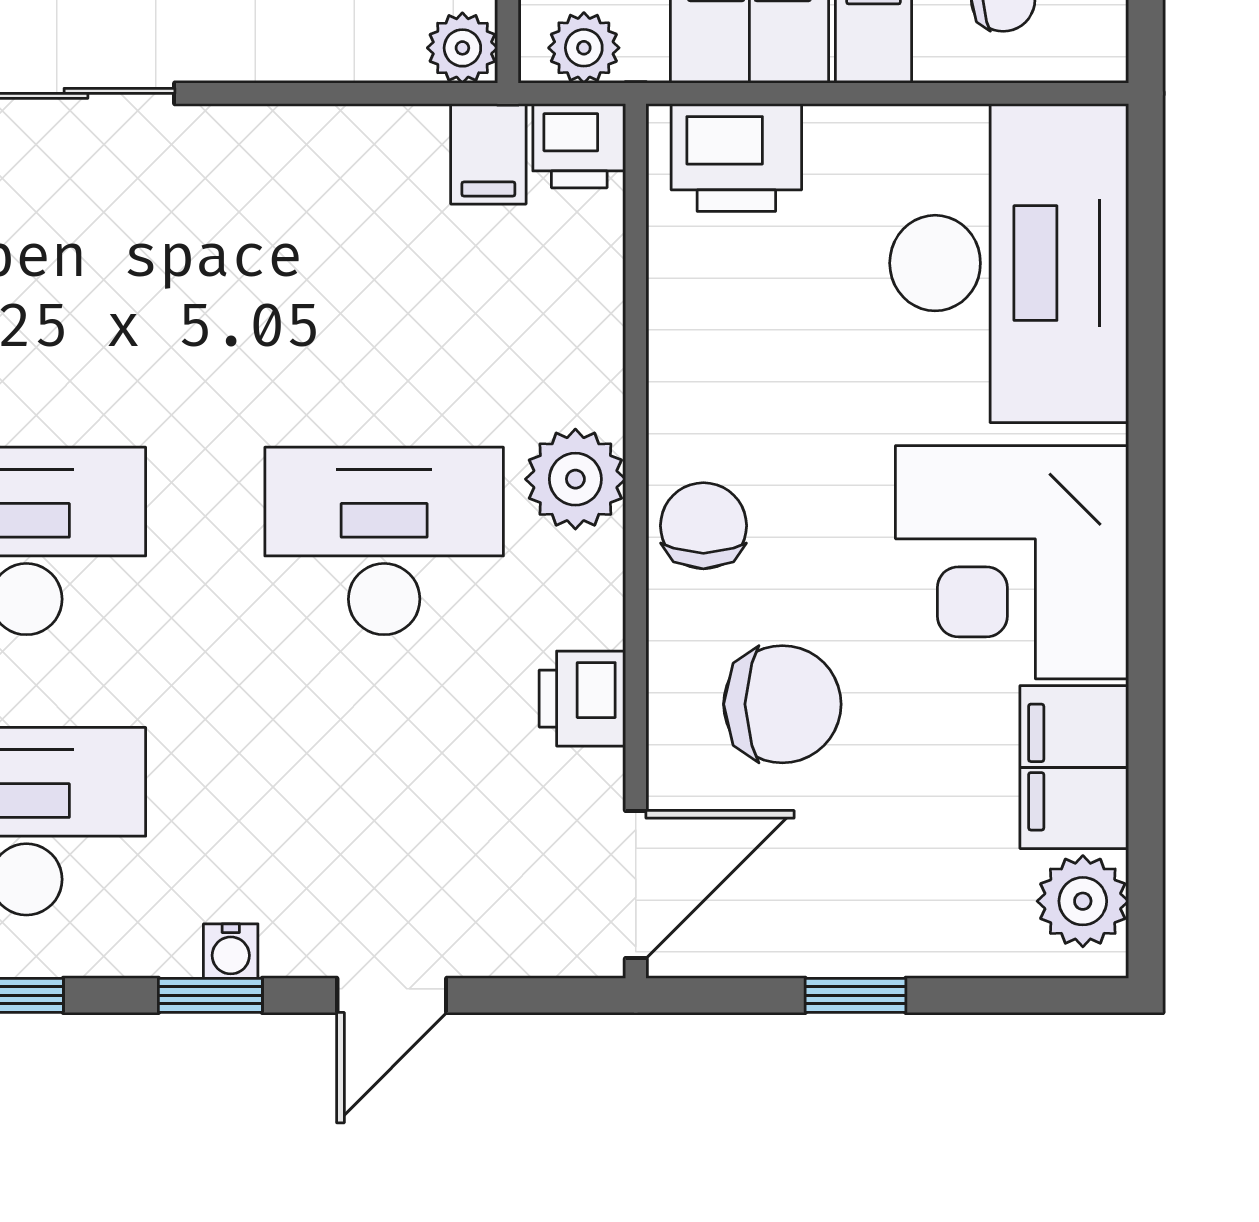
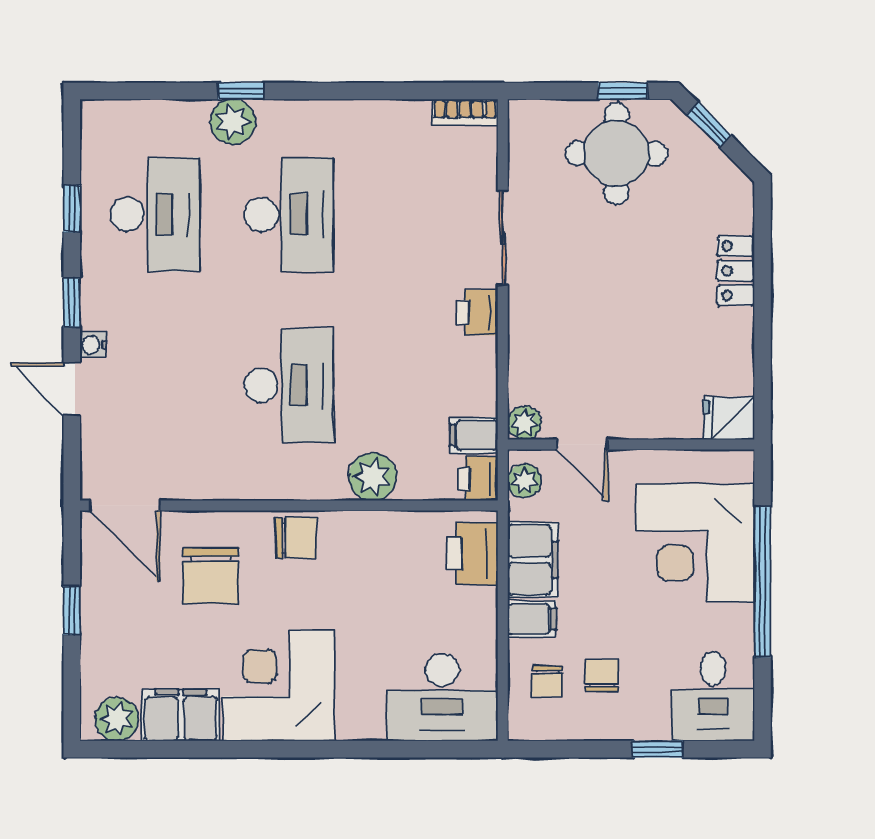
desk: (1009, 263) -> (442, 697), width x0.73, depth x0.77
plant: (575, 479) -> (373, 477), moved
printer: (582, 699) -> (477, 312), moved, turned -90
water cooler: (231, 951) -> (93, 345), moved

